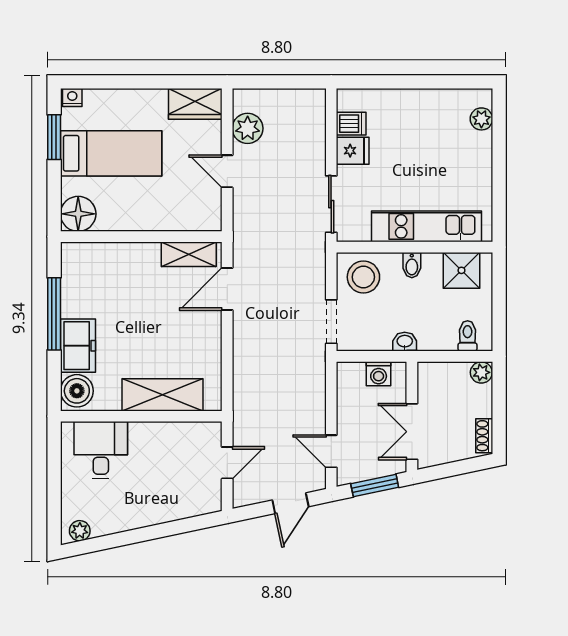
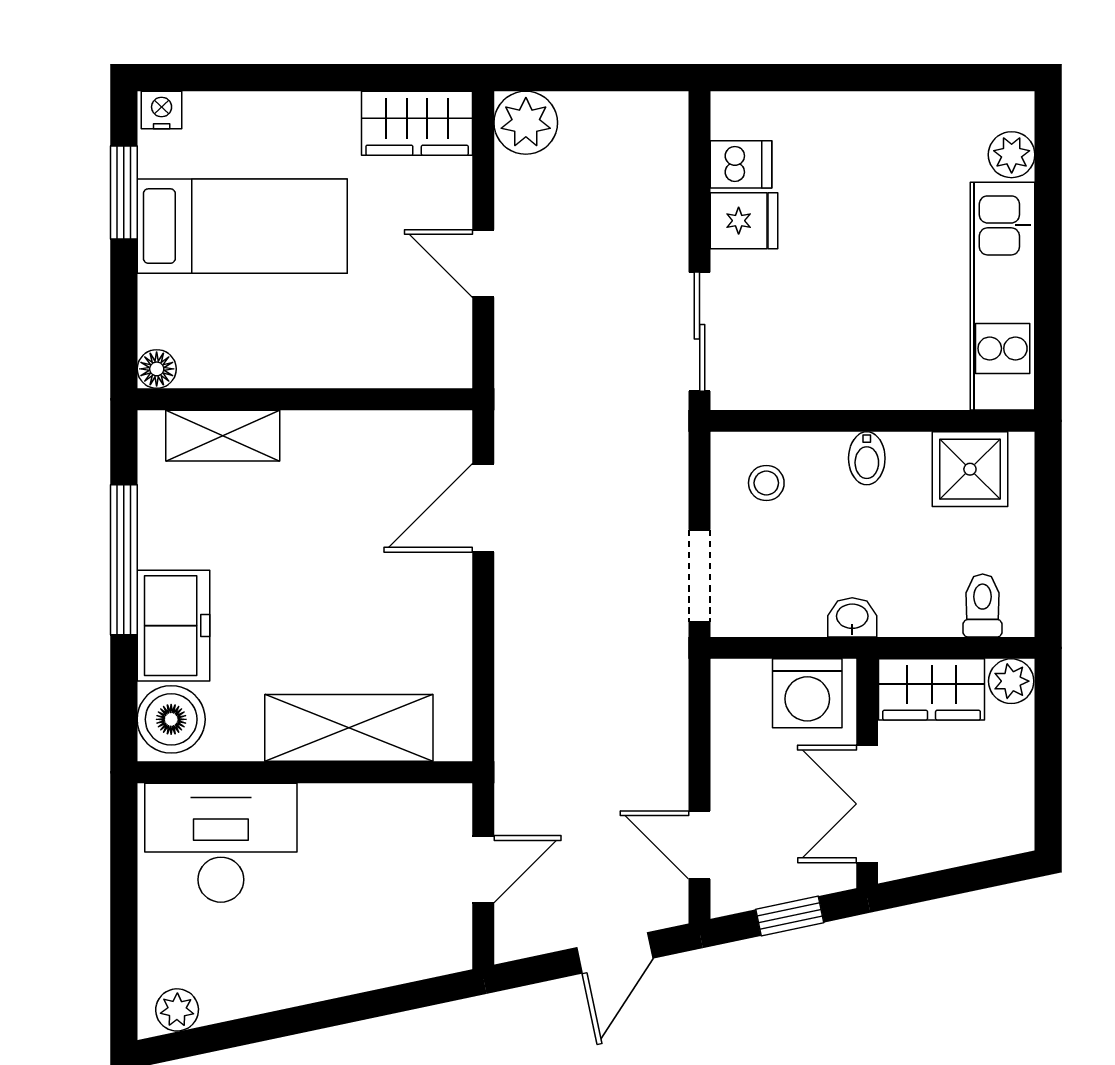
plant: (248, 128) -> (526, 123), moved
floor lamp: (78, 214) -> (157, 369), width x0.53, depth x0.53
kitchen unit: (426, 226) -> (1003, 296), moved, turned -90
shelving: (189, 254) -> (223, 436), moved
stool: (363, 277) -> (766, 483), width x0.53, depth x0.53
washing machine: (379, 374) -> (807, 693), width x1.38, depth x1.38
wardrobe: (443, 376) -> (932, 689), added
shoe rack: (484, 436) -> (1017, 813), removed
desk: (101, 450) -> (221, 843), width x1.37
window: (375, 485) -> (790, 916), width x0.67

